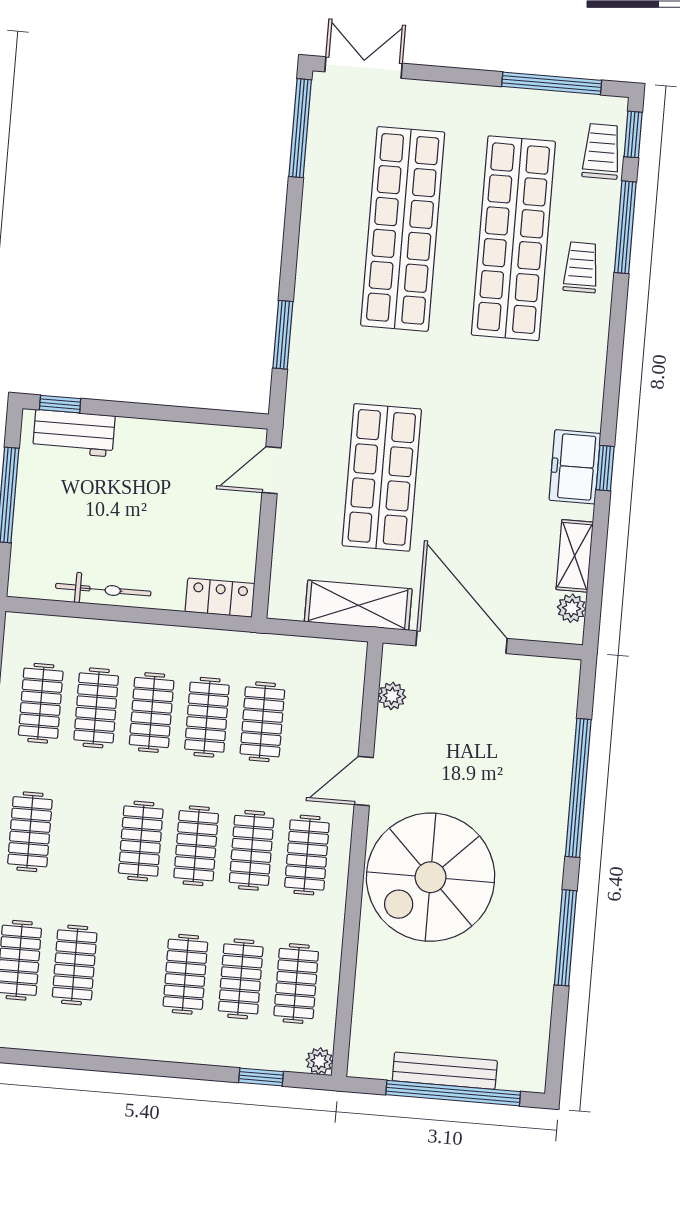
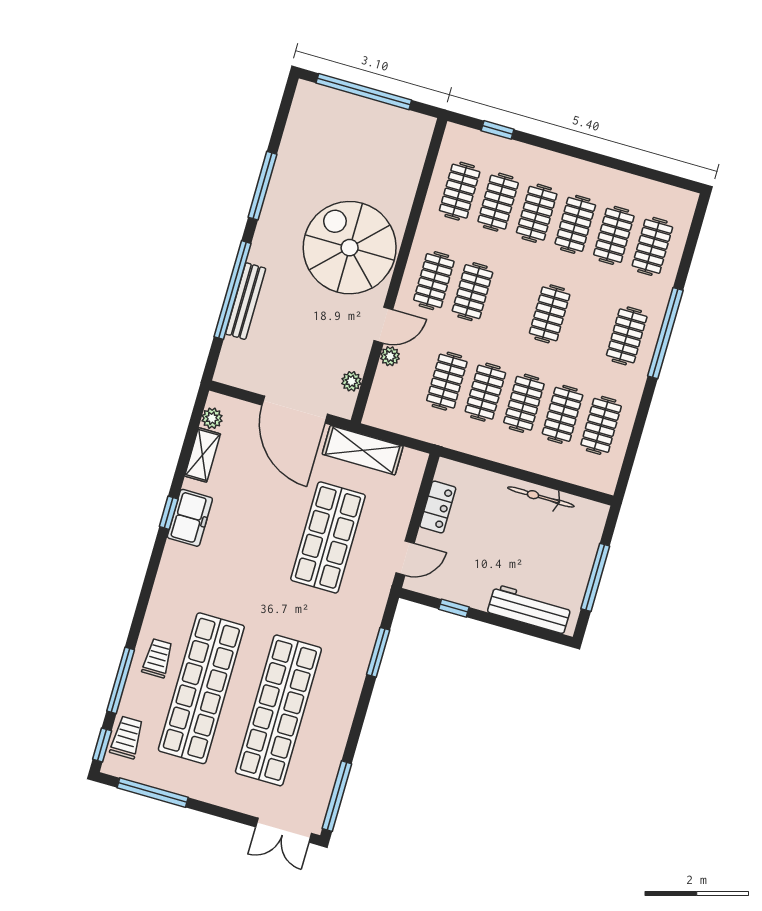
trolley: (601, 151) -> (127, 737), turned 180
trolley: (581, 267) -> (158, 658), turned 180
window: (60, 404) -> (454, 608), moved
workbench: (74, 433) -> (529, 609), width x1.38
locker: (220, 598) -> (438, 507), moved, turned -90
clothes rail: (196, 846) -> (575, 224), moved
spiral stairs: (431, 877) -> (350, 248), turned -90
plant: (319, 1061) -> (390, 356), moved
bench: (445, 1071) -> (246, 301), moved, turned 90

